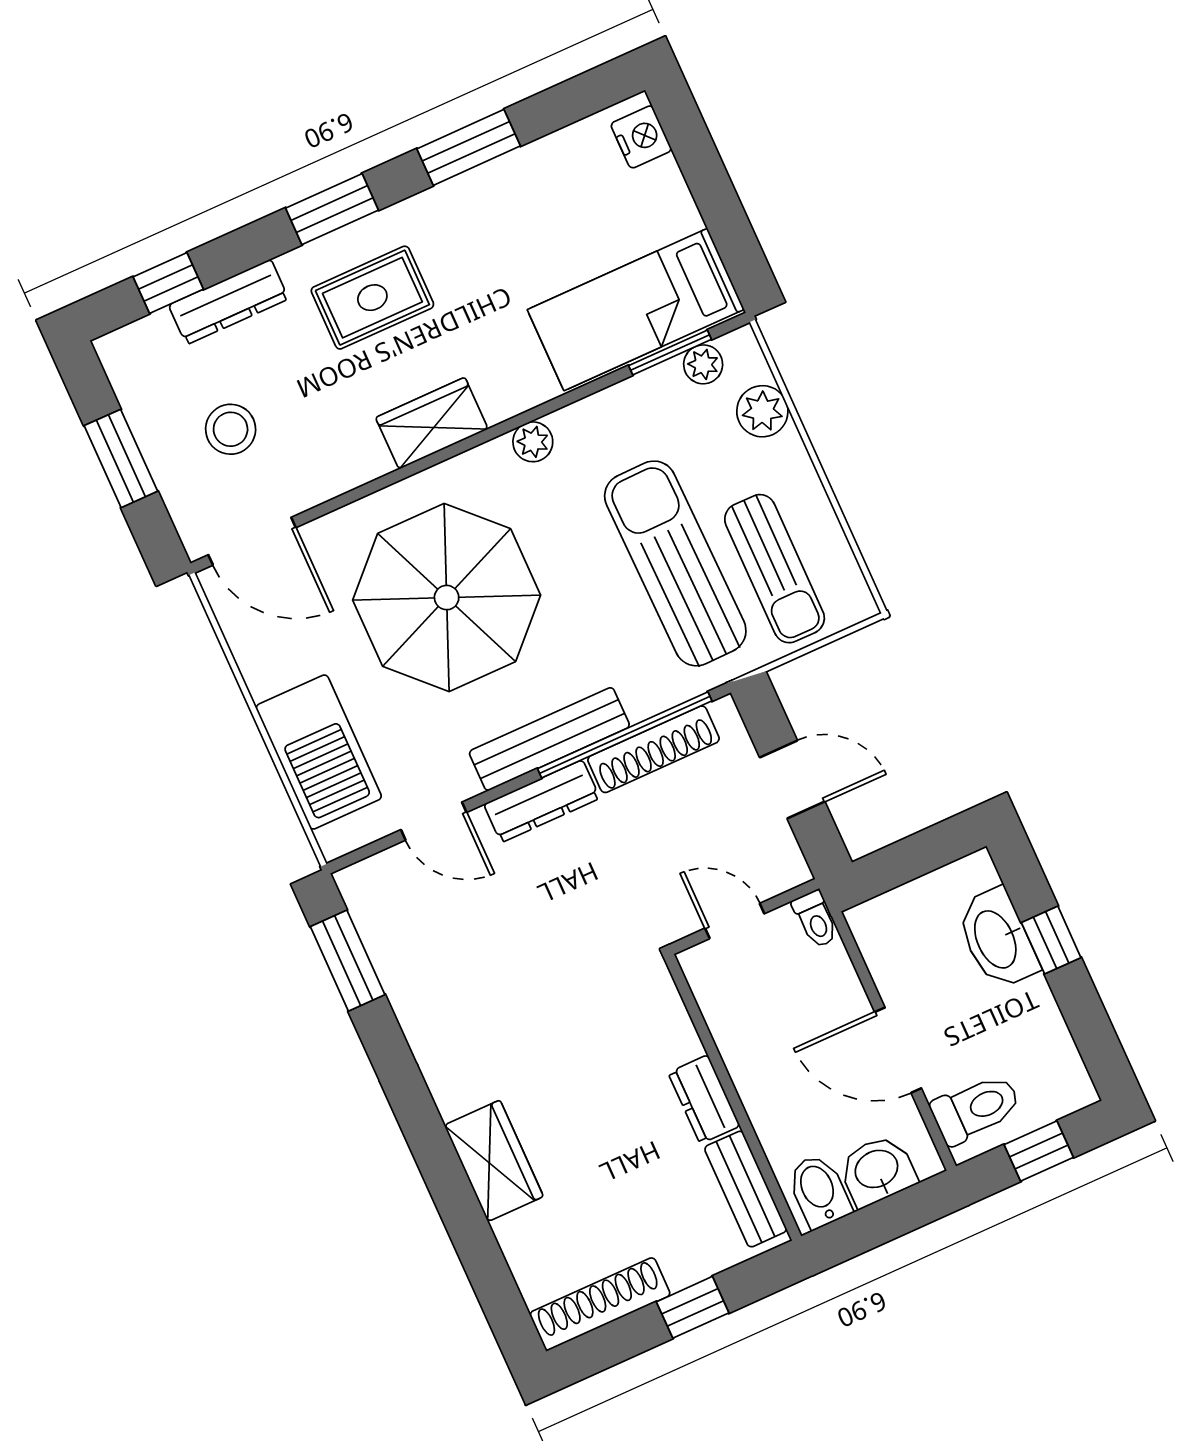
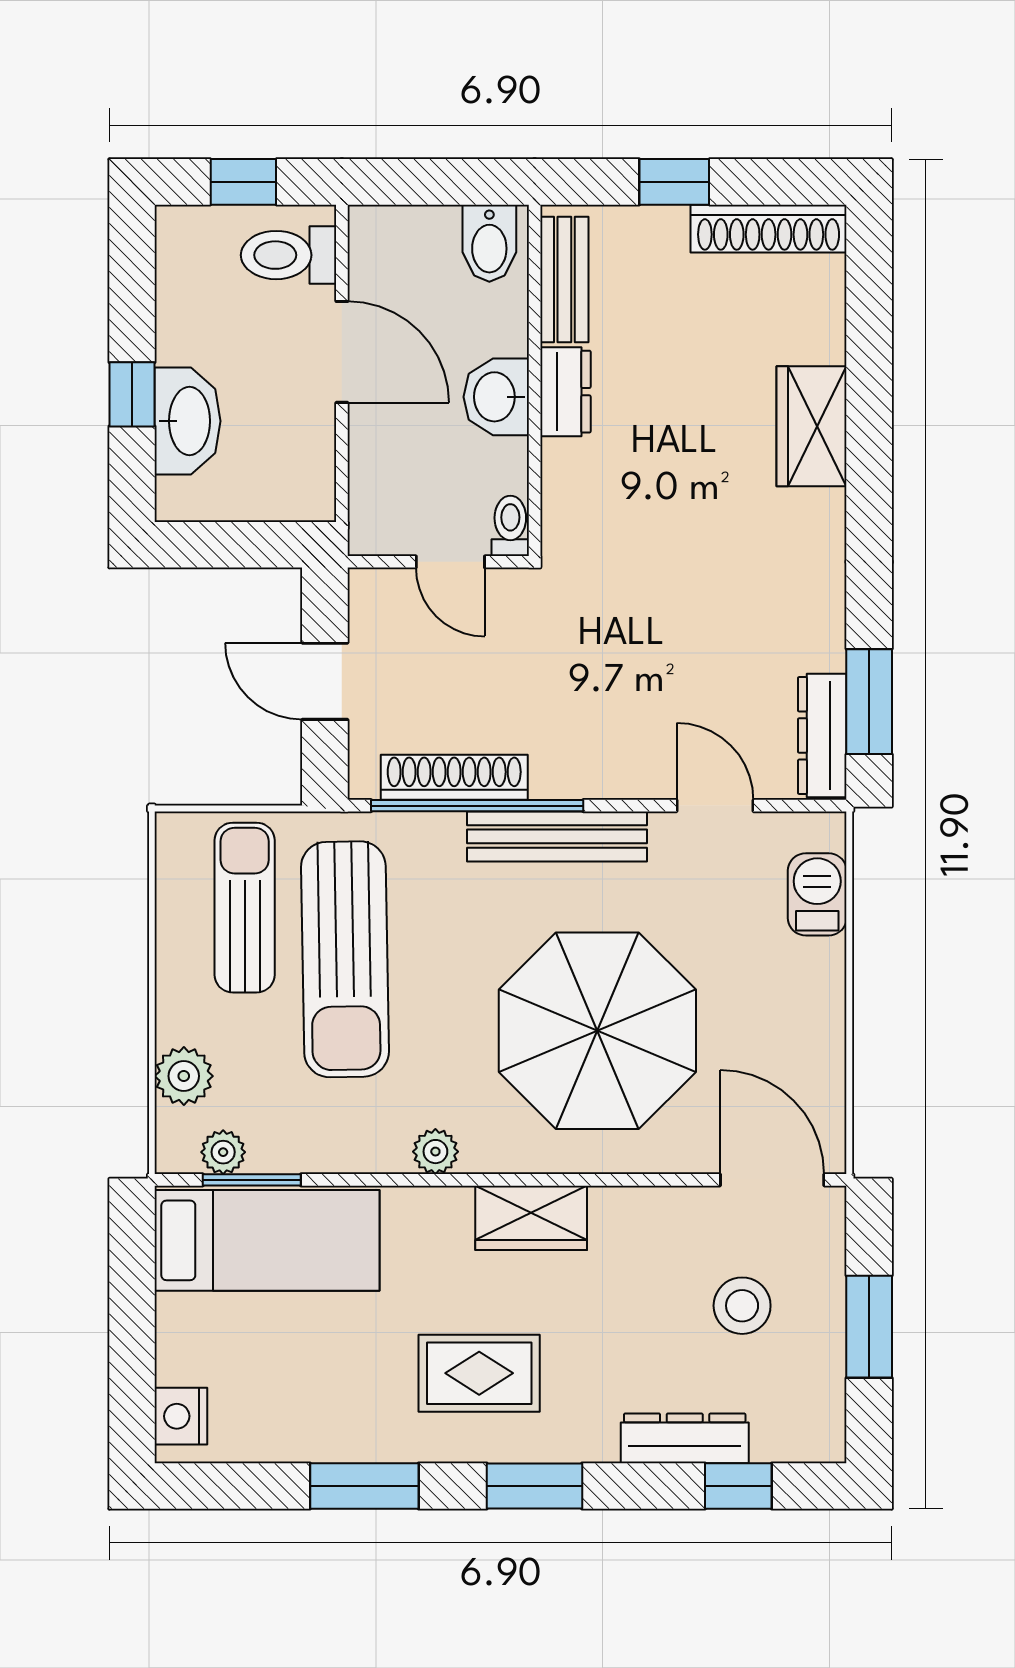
rug: (372, 298) -> (479, 1373), moved
barbecue: (319, 752) -> (817, 894), width x0.53, depth x0.65
dresser: (542, 801) -> (822, 736), moved, turned -90
toilet: (815, 919) -> (510, 526), moved
washbasin: (877, 1171) -> (496, 397), moved, turned 90

